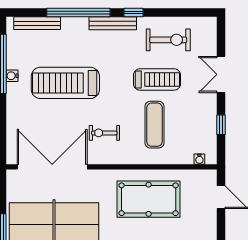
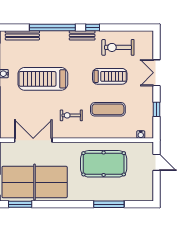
bench: (113, 23) -> (82, 35), width x0.73
exercise bike: (168, 40) -> (118, 47), turned 180
exercise mat: (154, 125) -> (108, 109), turned 90
double door: (52, 167) -> (33, 140), width x0.73

